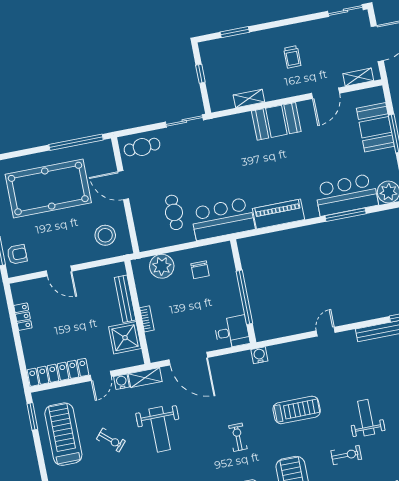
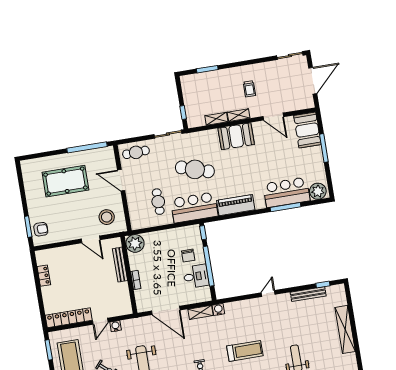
window: (200, 74) -> (183, 112), moved
shelving: (358, 77) -> (239, 115), moved
door: (326, 93) -> (273, 117), hinge flipped
booth: (375, 127) -> (307, 130), moved
cafe table: (222, 168) -> (195, 169), added
pool table: (48, 189) -> (65, 181), width x0.73, depth x0.76
window: (236, 252) -> (203, 233), added
plant: (162, 266) -> (135, 243), moved
chair: (200, 270) -> (188, 256), moved
door: (59, 271) -> (91, 239), moved
desk: (232, 332) -> (196, 276), moved
shower: (125, 338) -> (119, 293), removed
shelving: (145, 378) -> (200, 312), moved

